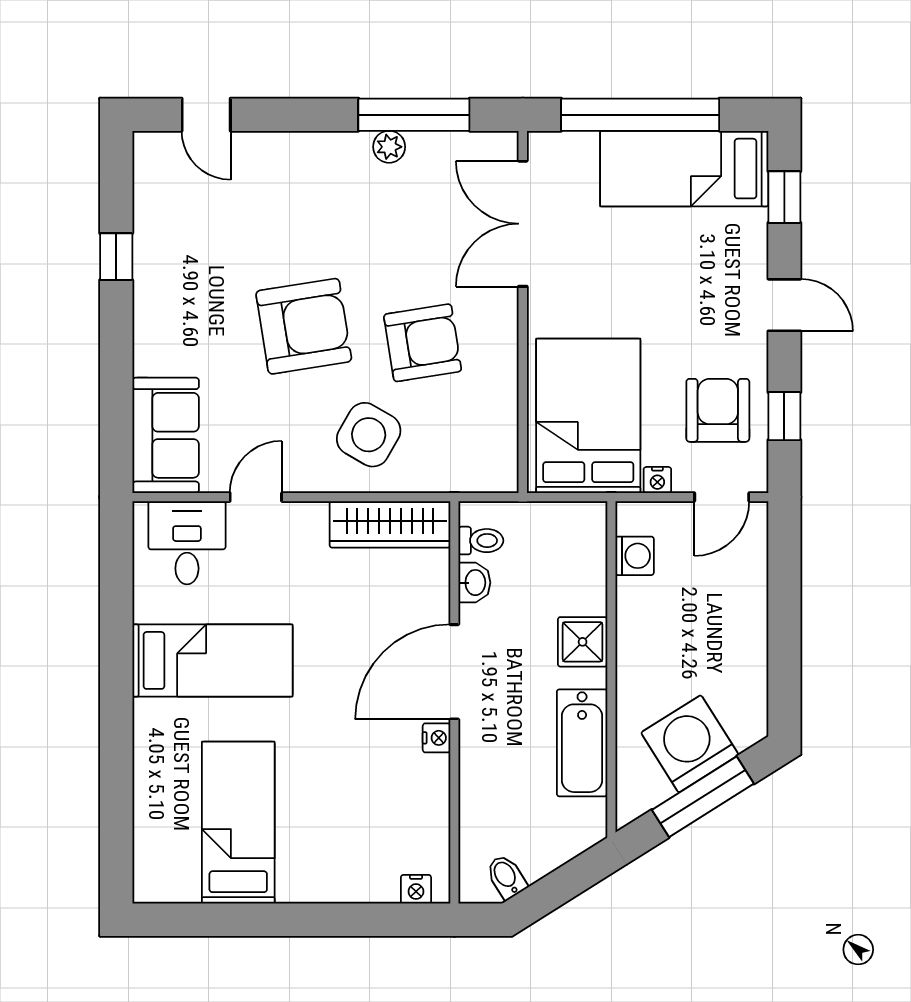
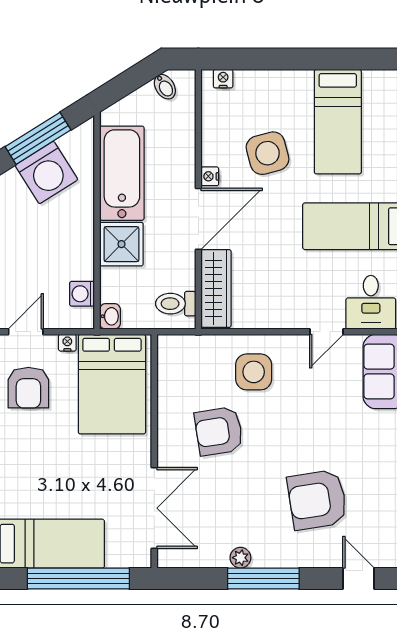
window: (414, 115) -> (263, 578), moved
armchair: (304, 326) -> (317, 500), moved
side table: (369, 435) -> (254, 372), turned -30
wardrobe: (390, 524) -> (216, 289), moved, turned 90
toilet: (481, 541) -> (176, 304), width x1.37, depth x1.39
washbasin: (474, 583) -> (110, 316), moved, turned 180
shower: (583, 642) -> (121, 244), width x1.36, depth x1.36
bathtub: (582, 743) -> (122, 173), width x1.36, depth x1.36
side table: (347, 774) -> (267, 153), added

